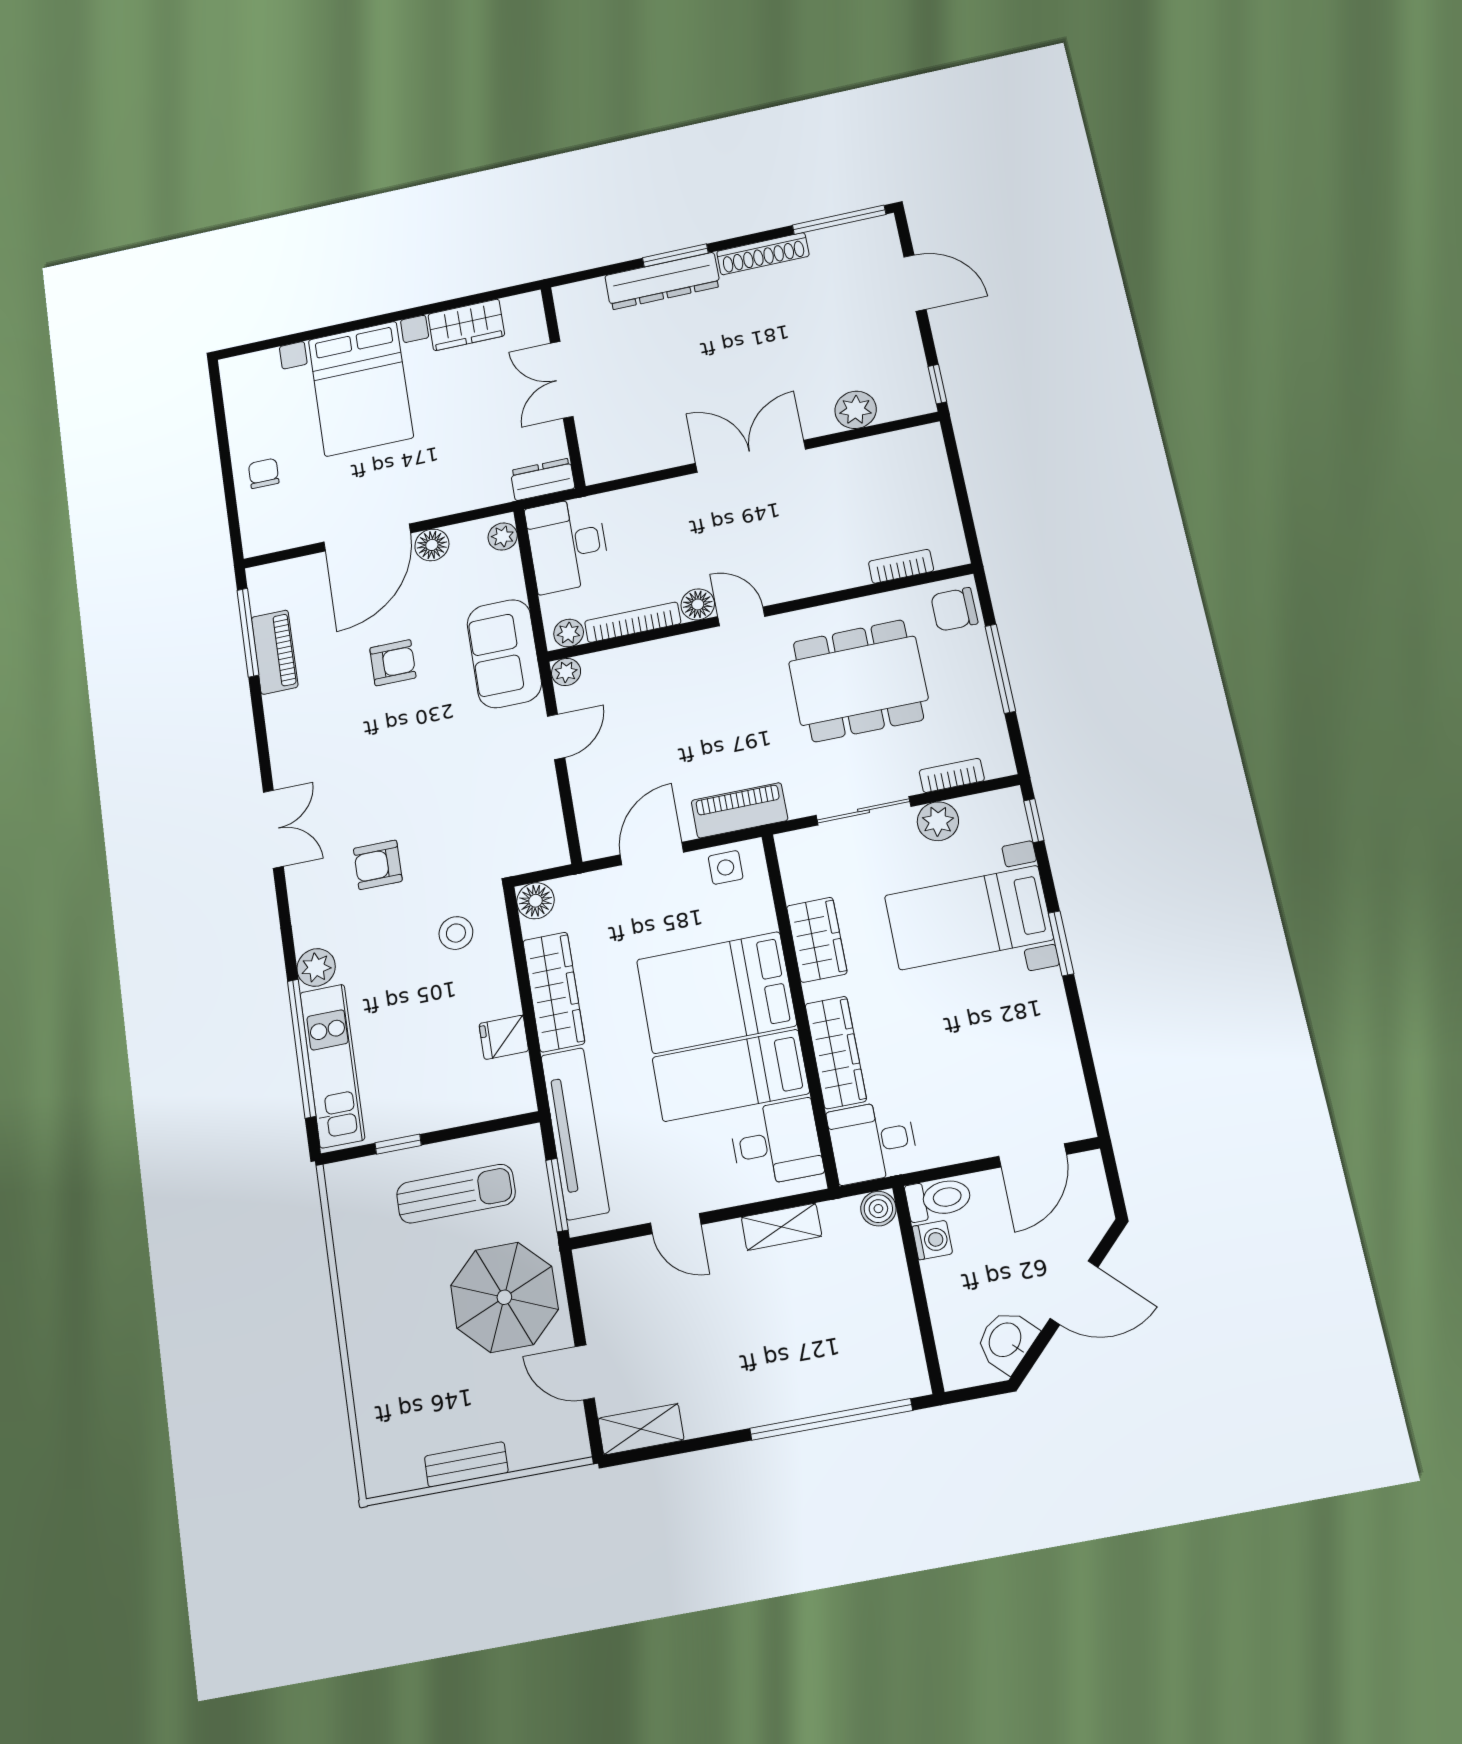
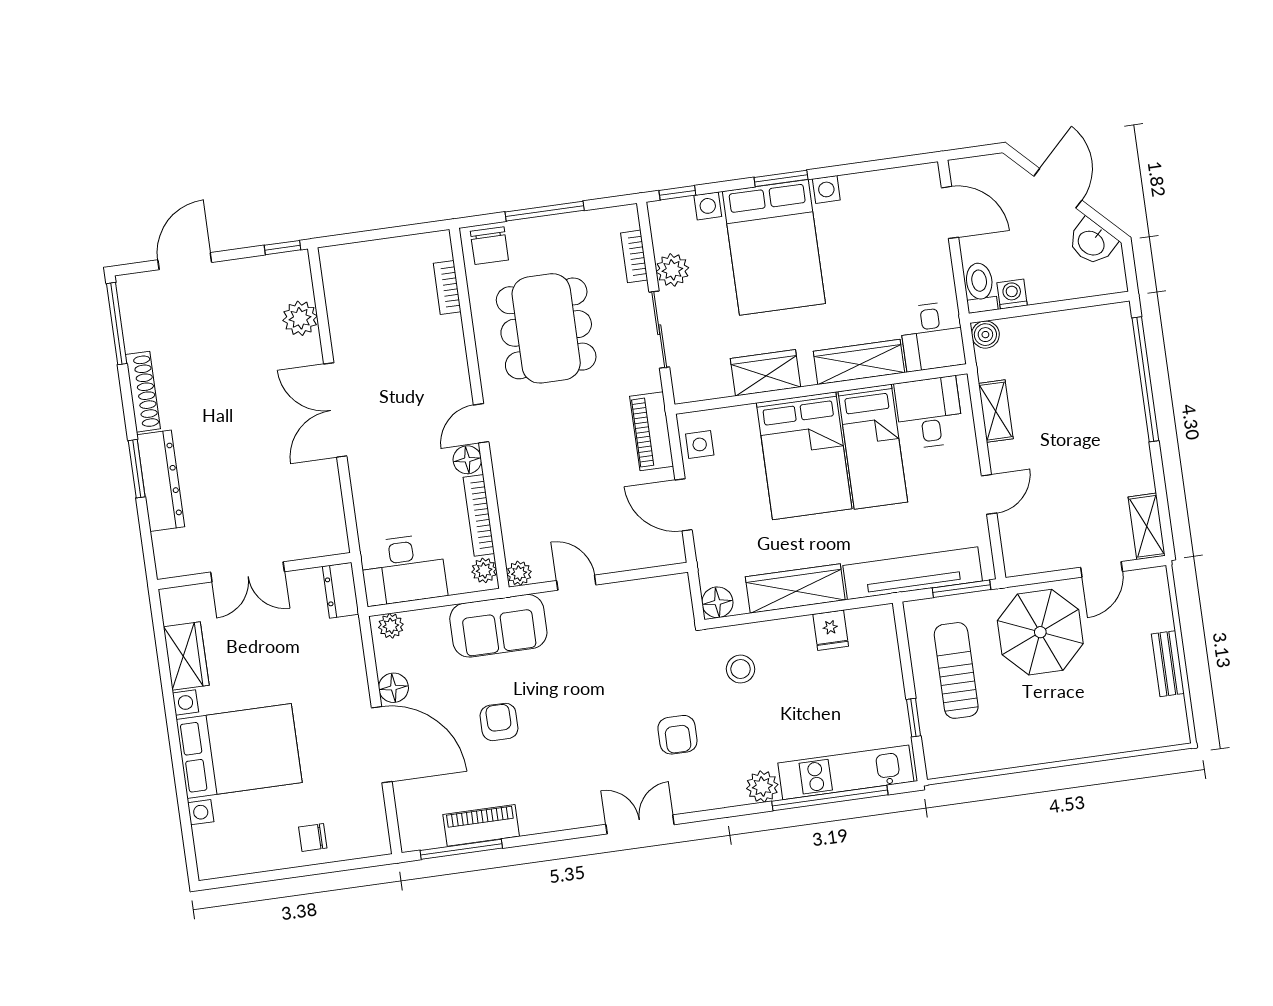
bed with nightstands: (969, 918) -> (774, 247), width x1.36

